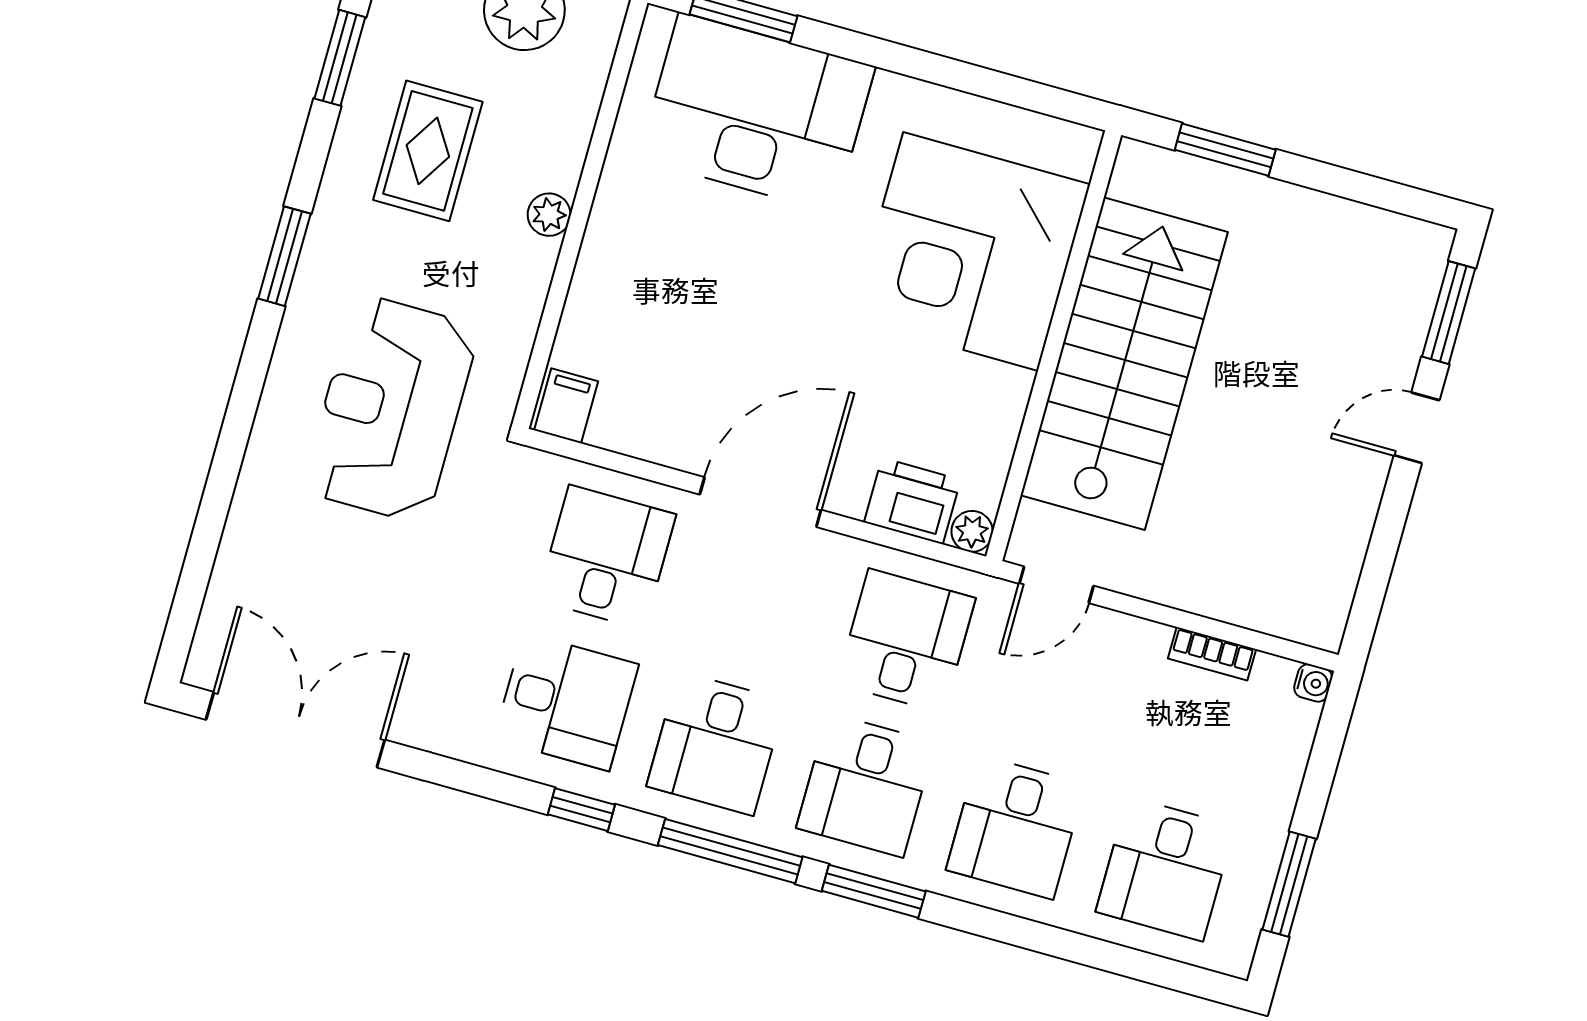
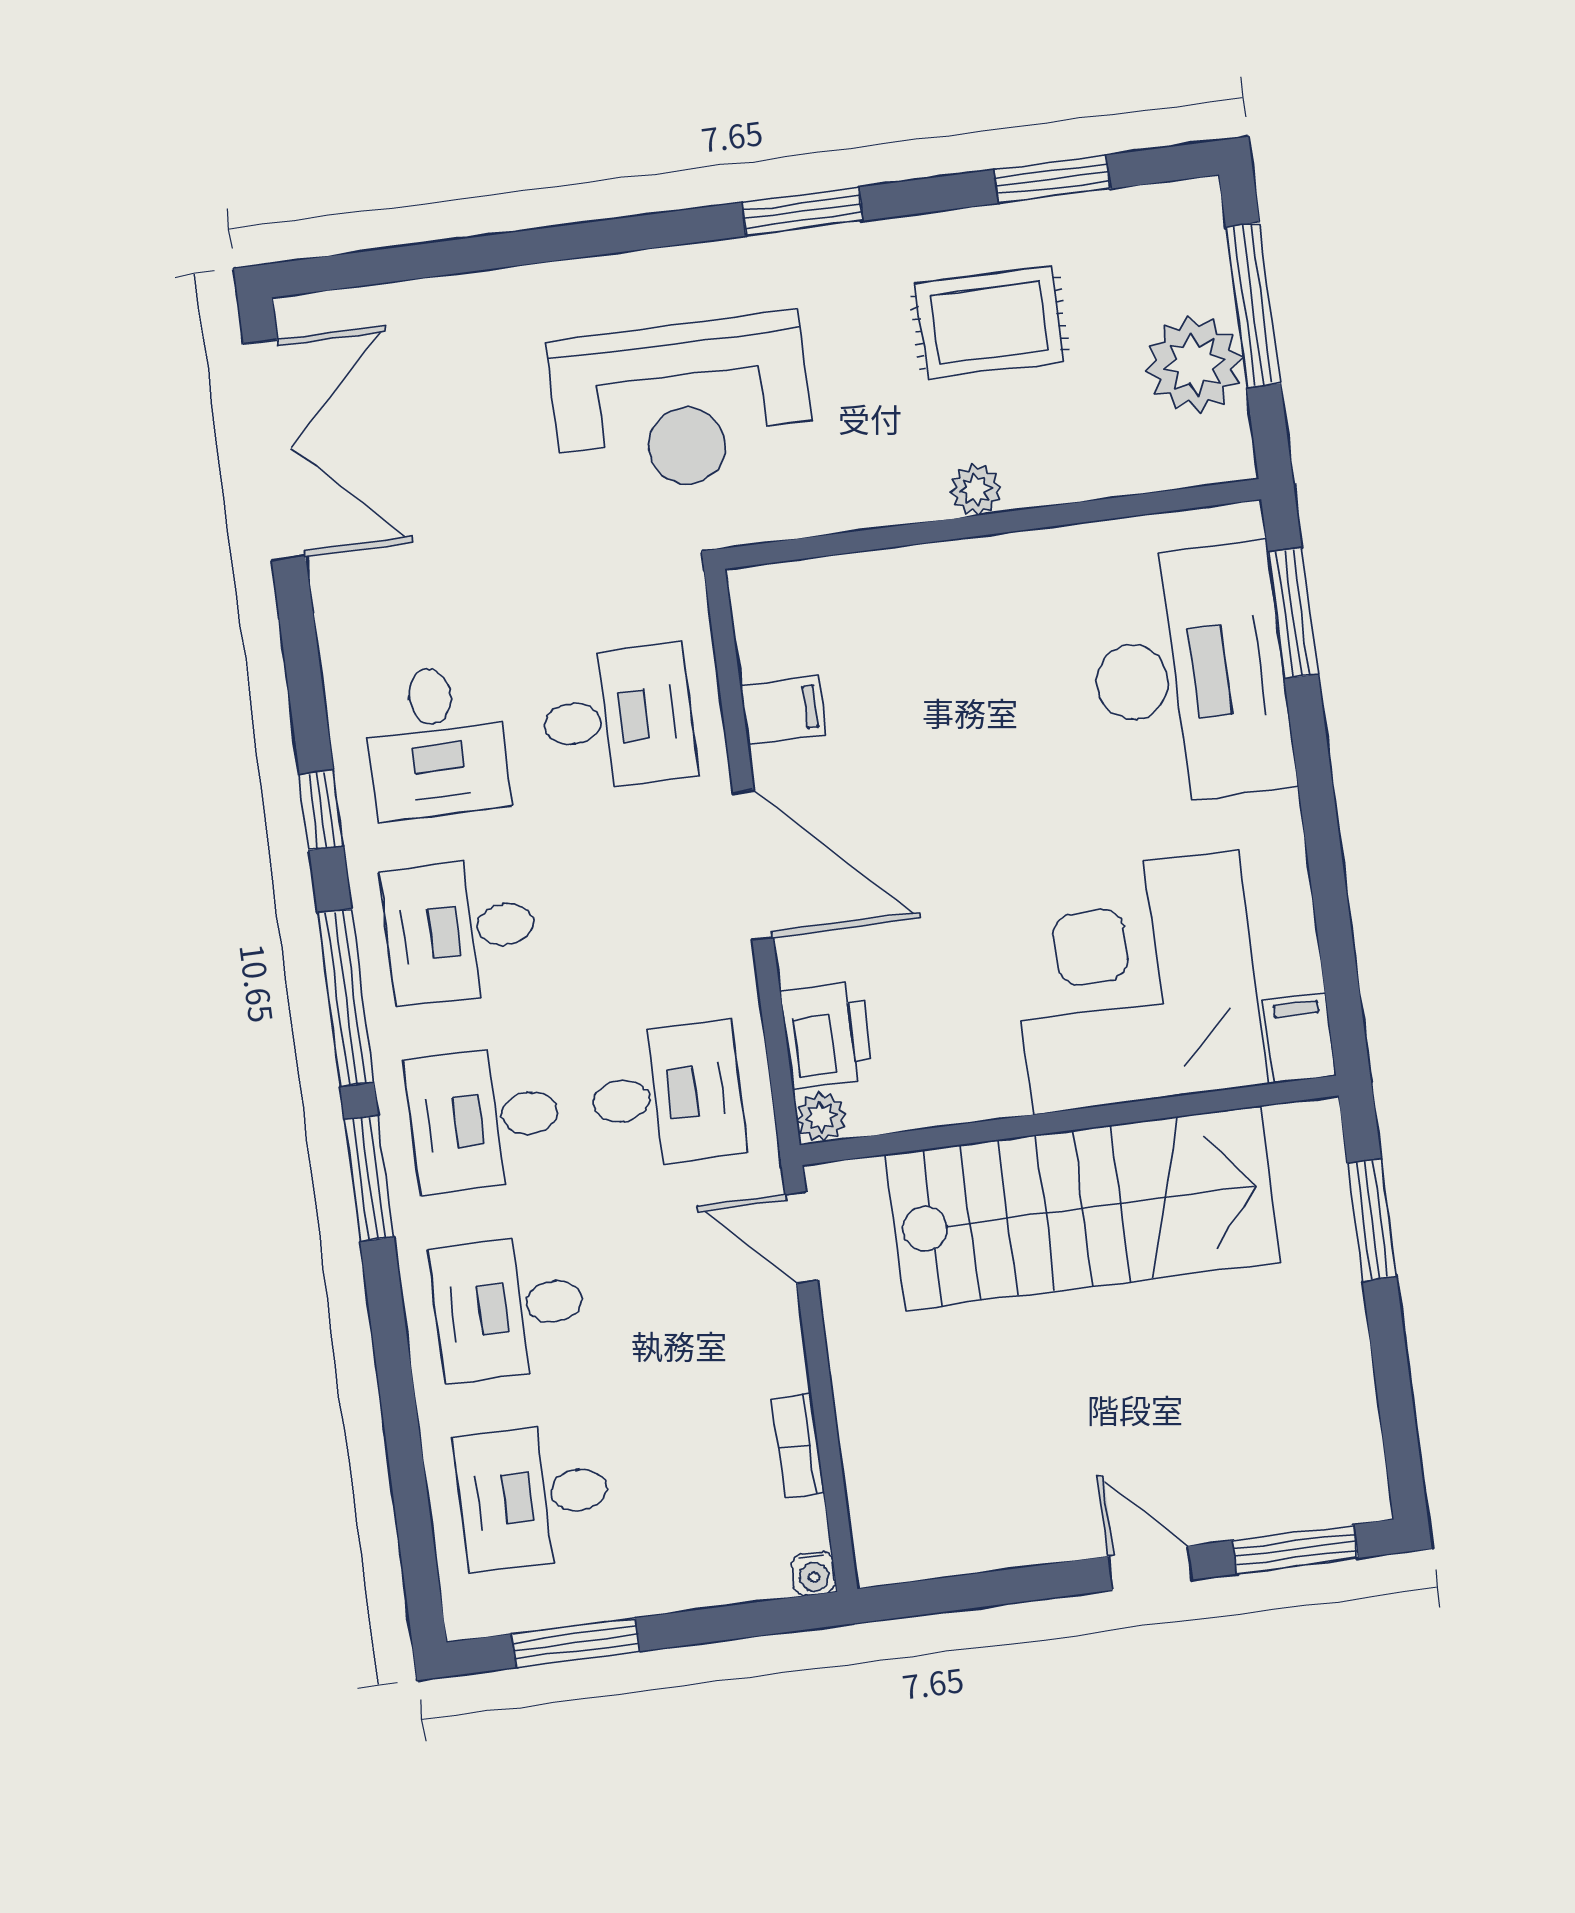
filing cabinet: (1065, 146) -> (1300, 1038), added
filing cabinet: (566, 406) -> (783, 710), moved
reception desk: (391, 409) -> (681, 404), turned 180

